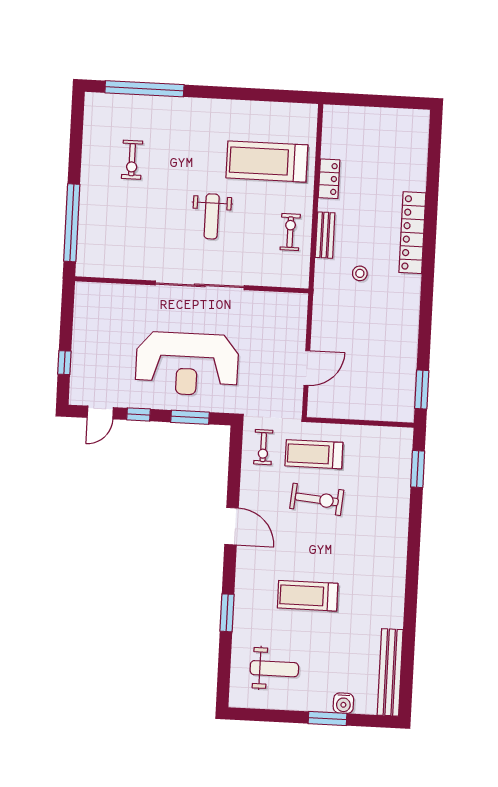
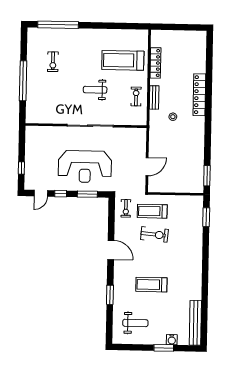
locker: (329, 179) -> (155, 63), width x1.53
weight bench: (212, 216) -> (95, 90), turned 90
window: (72, 223) -> (23, 81), moved

